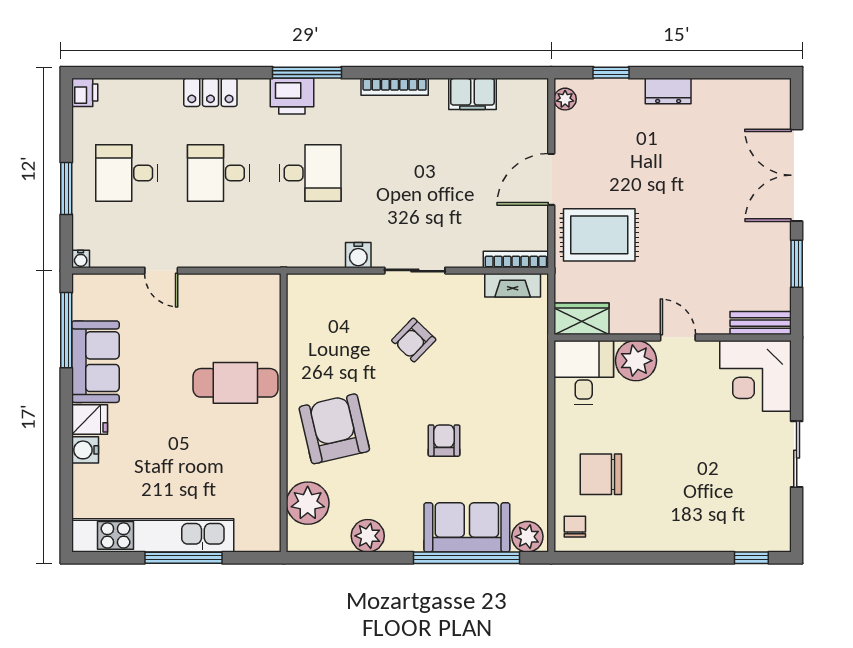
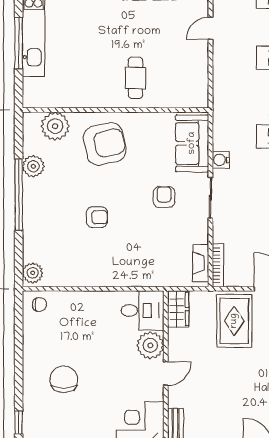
armchair: (414, 340) -> (164, 197), turned 46
cafe table: (235, 383) -> (135, 78), width x0.73, depth x0.74
chair: (601, 474) -> (64, 379), moved
sofa: (467, 527) -> (192, 143), moved, turned 180
window: (467, 558) -> (19, 195), moved

